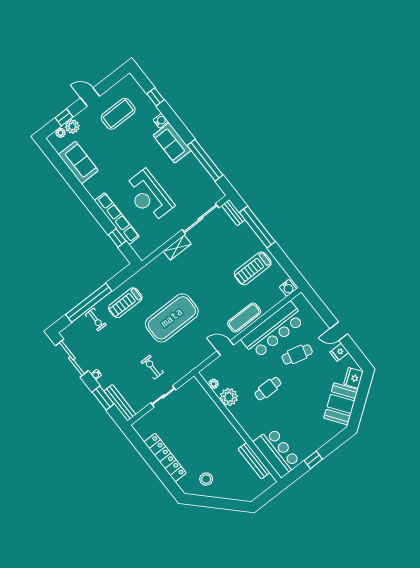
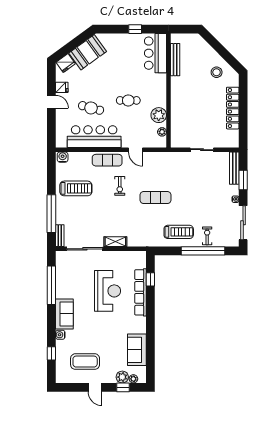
exercise mat: (172, 318) -> (156, 198), width x0.50, depth x0.69
exercise bike: (152, 367) -> (120, 186), moved

